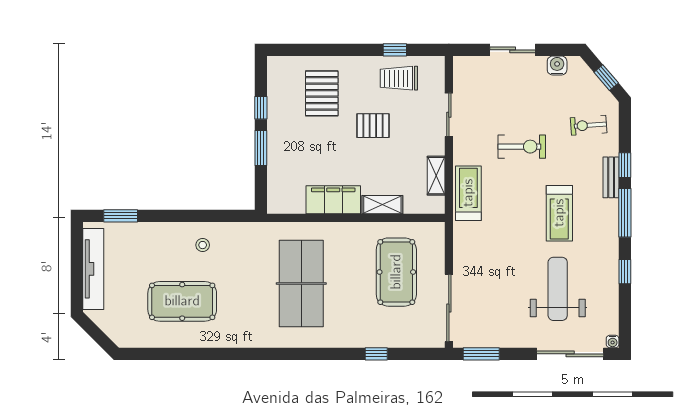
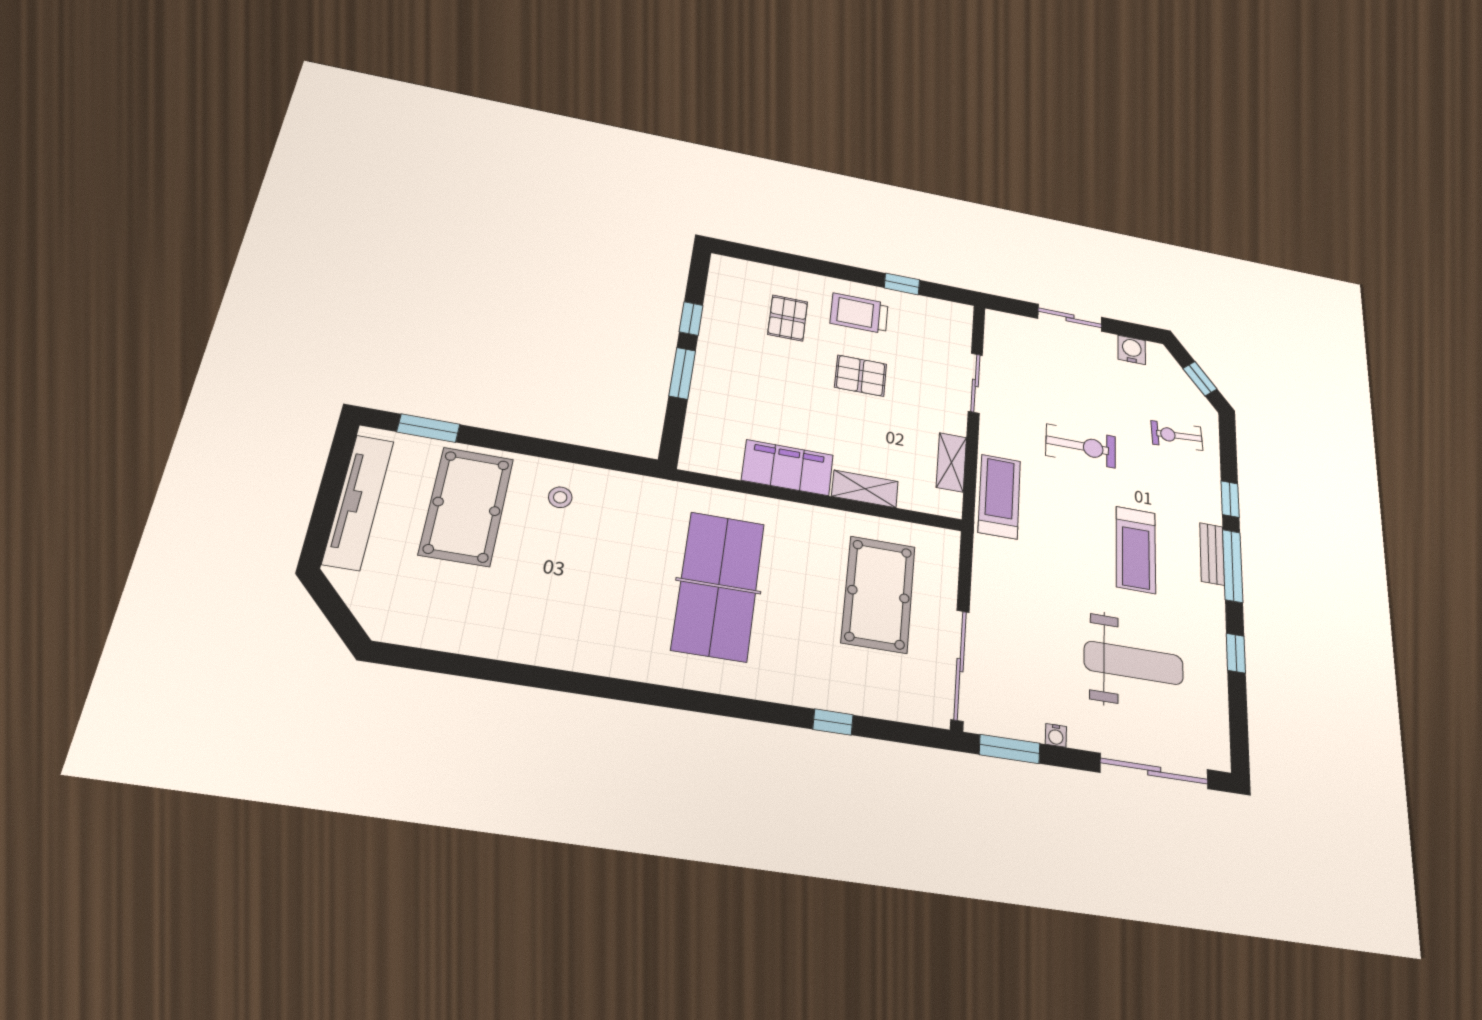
trolley: (399, 78) -> (859, 313), moved
pallet: (322, 93) -> (788, 318), width x0.67, depth x0.71
bench: (611, 177) -> (1212, 554), moved
weight bench: (558, 289) -> (1134, 663), turned 90
pool table: (182, 301) -> (466, 506), moved, turned 90
water cooler: (613, 341) -> (1056, 735), moved

